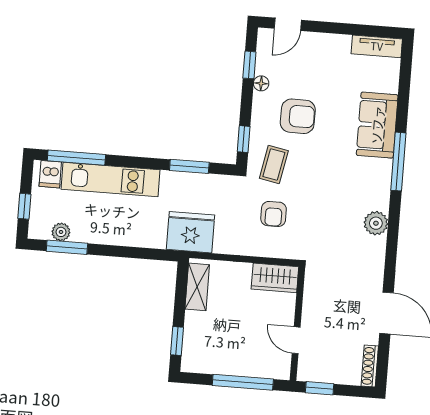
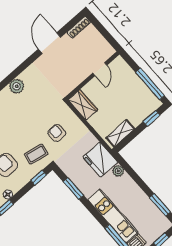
armchair: (274, 214) -> (57, 133), turned -90
plant: (61, 232) -> (118, 171), moved
window: (243, 382) -> (150, 84), moved
window: (320, 388) -> (110, 38), removed

